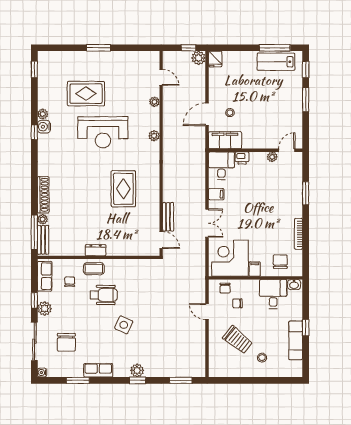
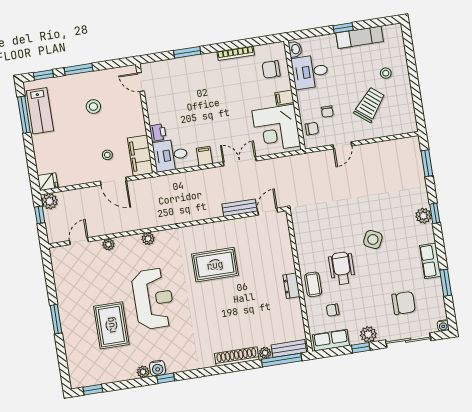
stool: (272, 107) -> (93, 107), added
plant: (272, 157) -> (151, 98), removed

